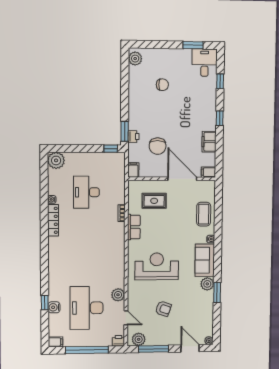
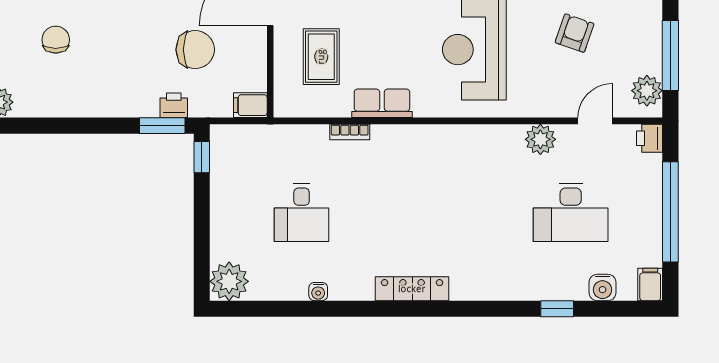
desk: (86, 192) -> (302, 212), width x0.73
locker: (53, 220) -> (412, 289), moved
water cooler: (54, 307) -> (603, 287), moved
desk: (87, 308) -> (571, 212), width x0.73, depth x0.77

